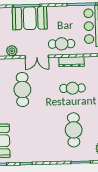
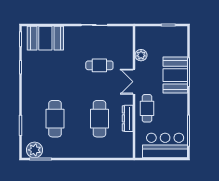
cafe table: (73, 88) -> (99, 119), width x1.37, depth x1.35
cafe table: (22, 90) -> (99, 65), width x0.73, depth x0.74
cafe table: (74, 130) -> (55, 119), turned 90

